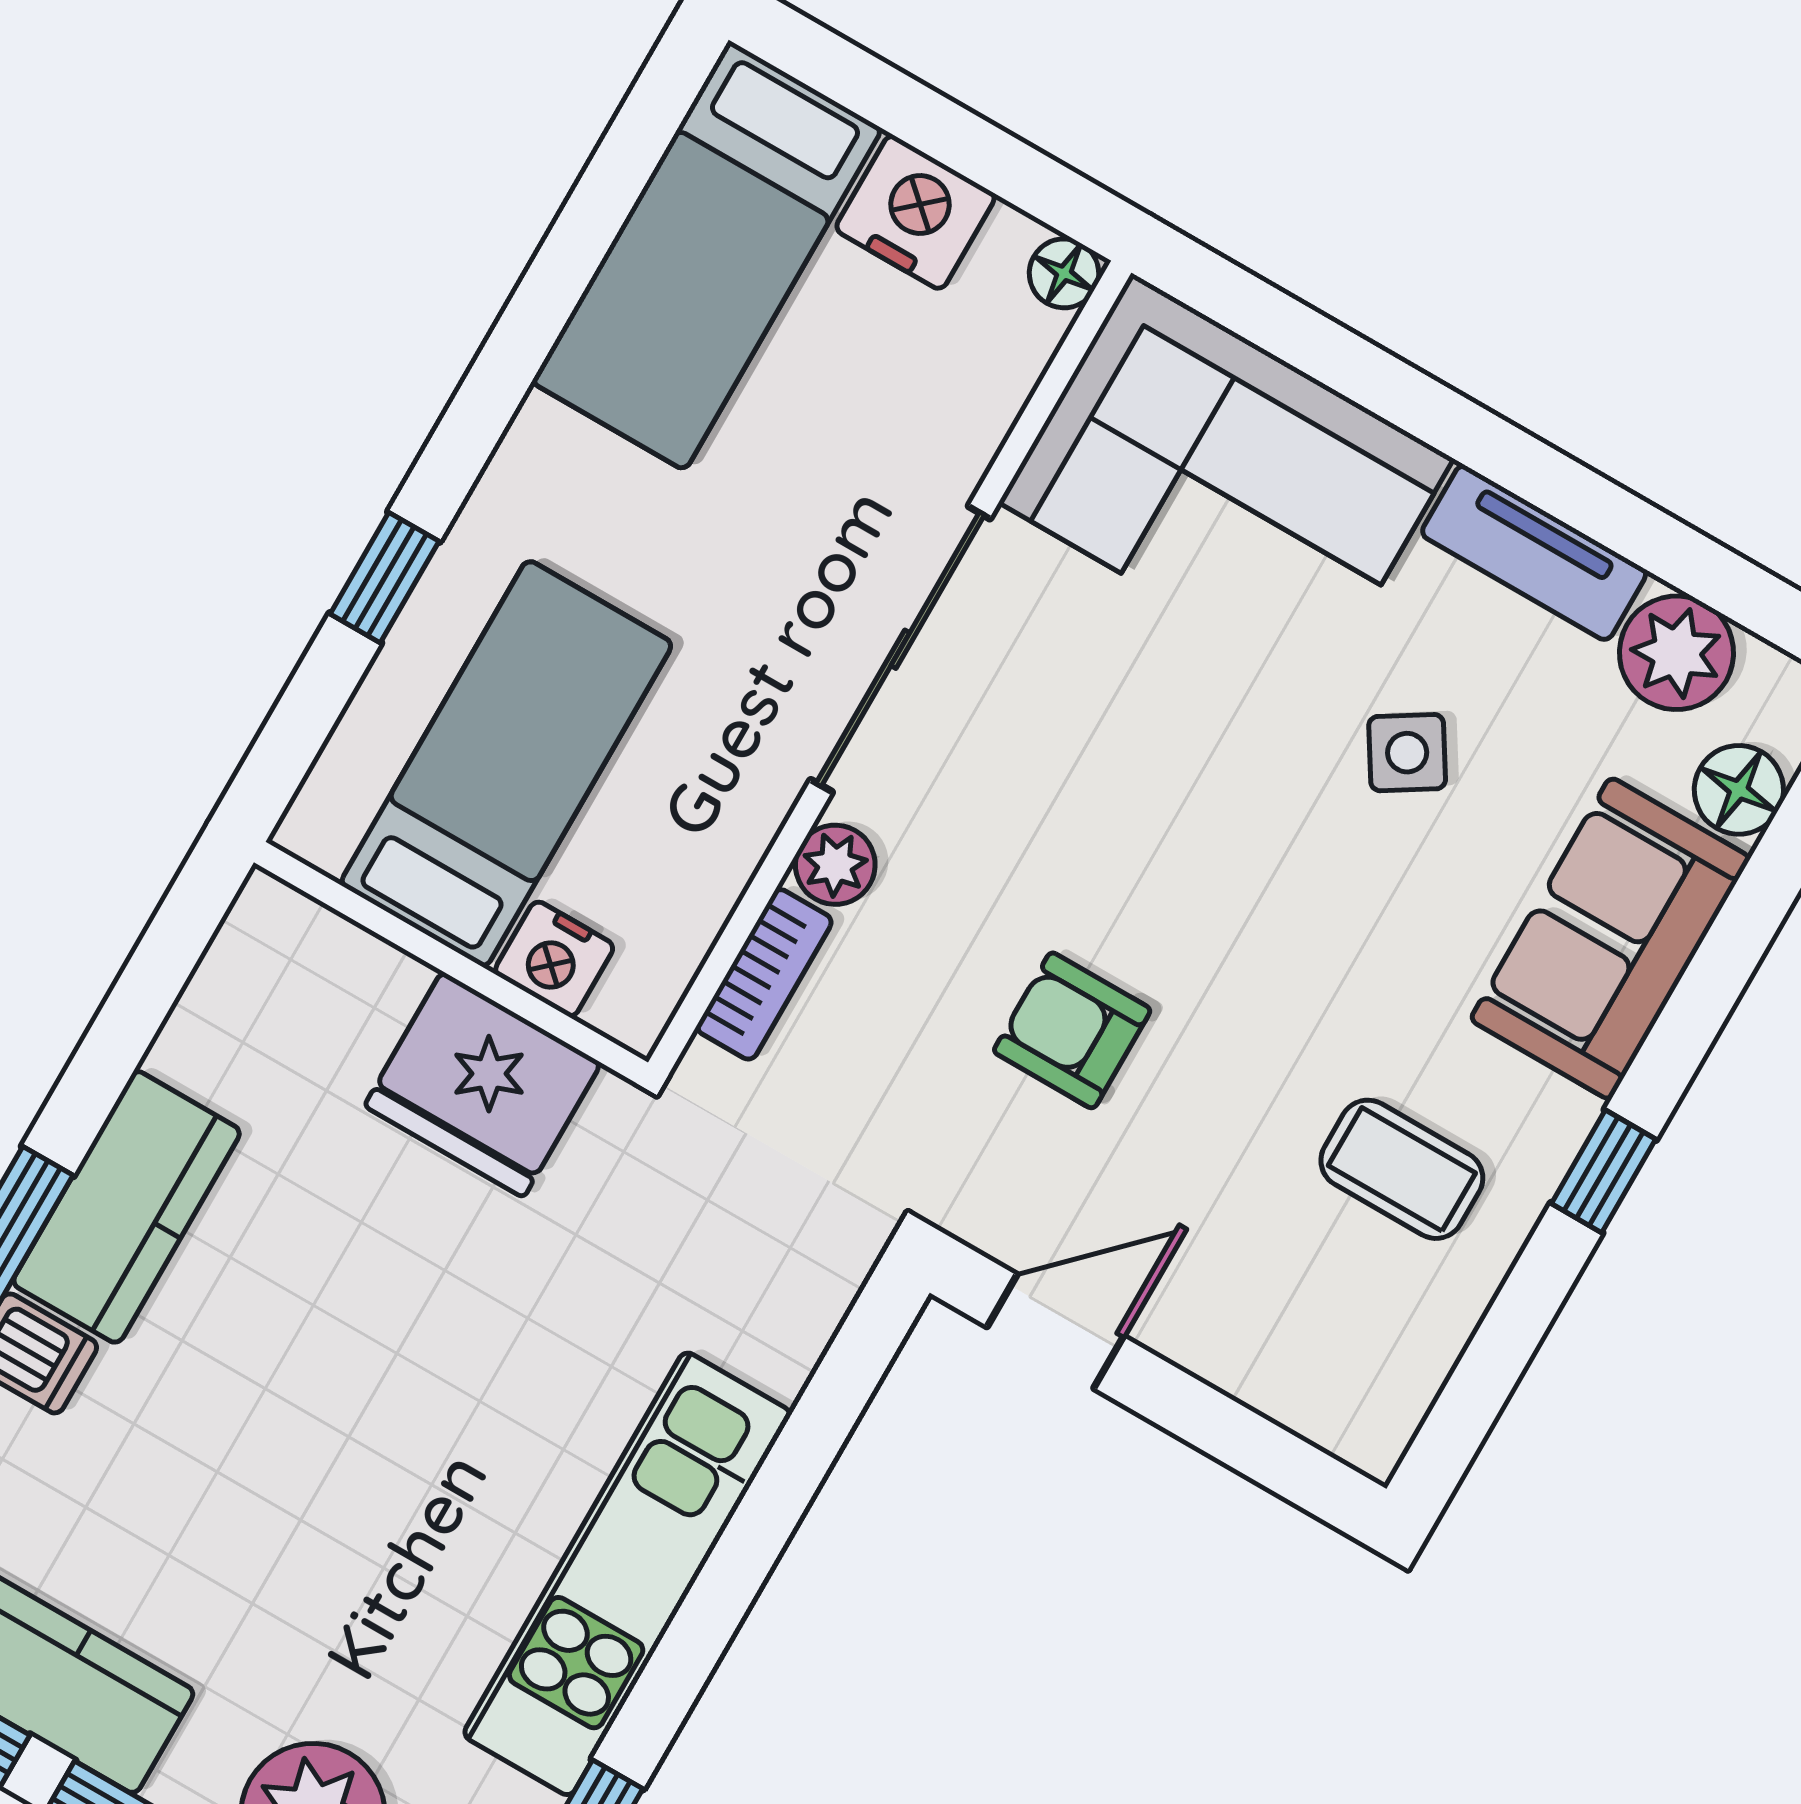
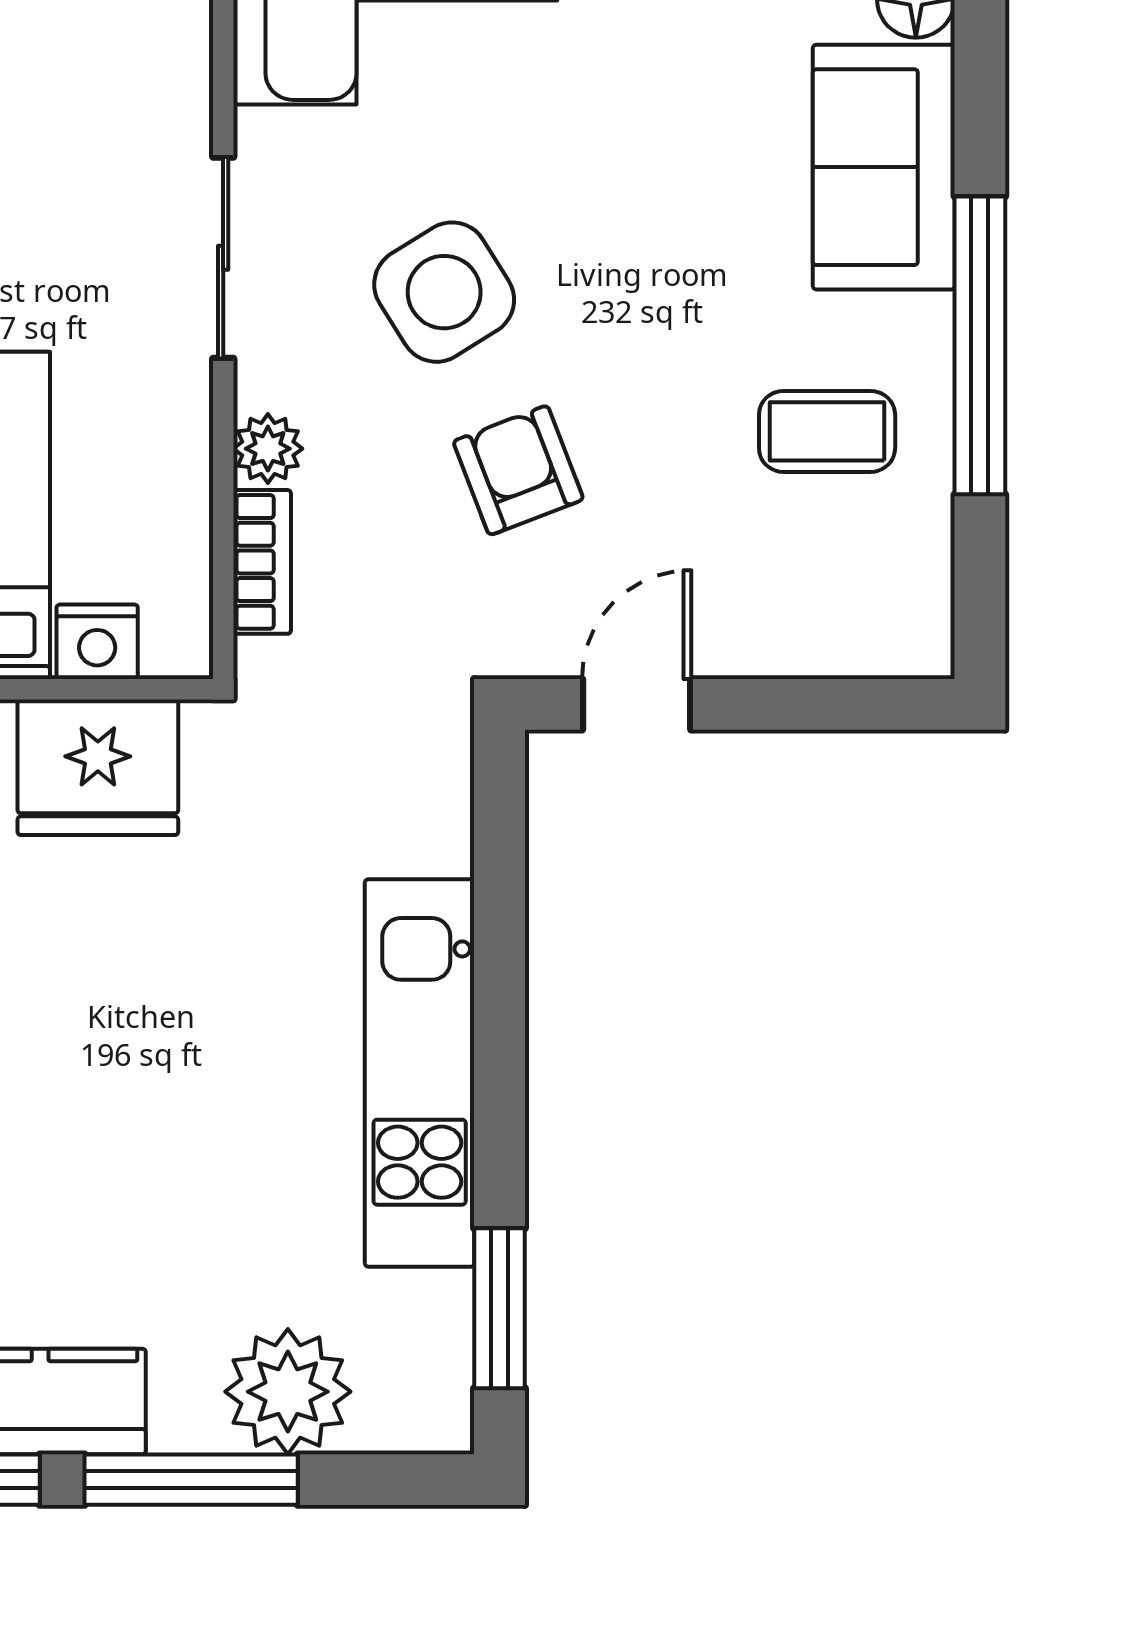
sliding door: (900, 649) -> (223, 258), width x0.73
side table: (1407, 753) -> (444, 292), moved, width x1.87, depth x1.87
armchair: (1072, 1030) -> (518, 470), turned 69
window: (1603, 1171) -> (980, 345), width x3.17

